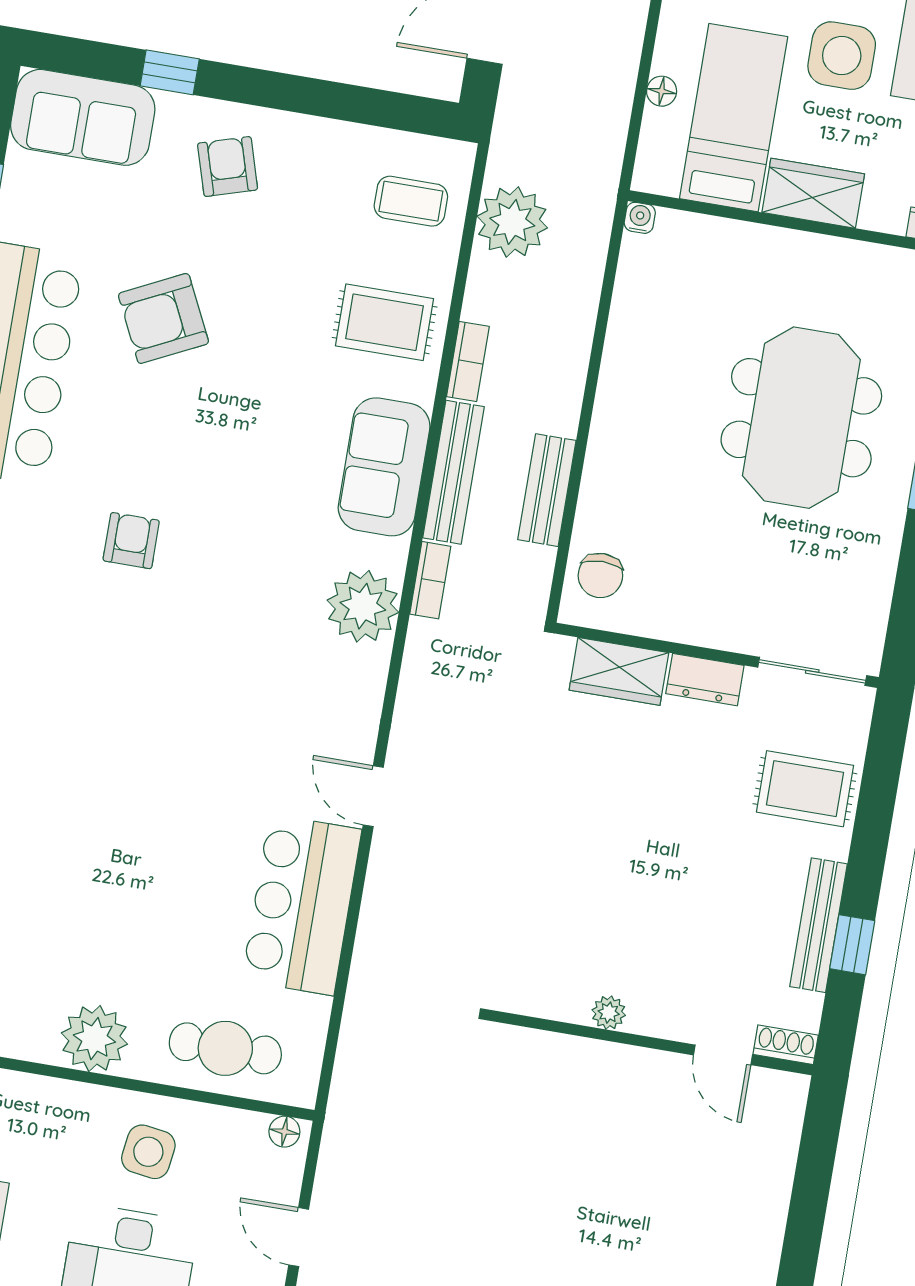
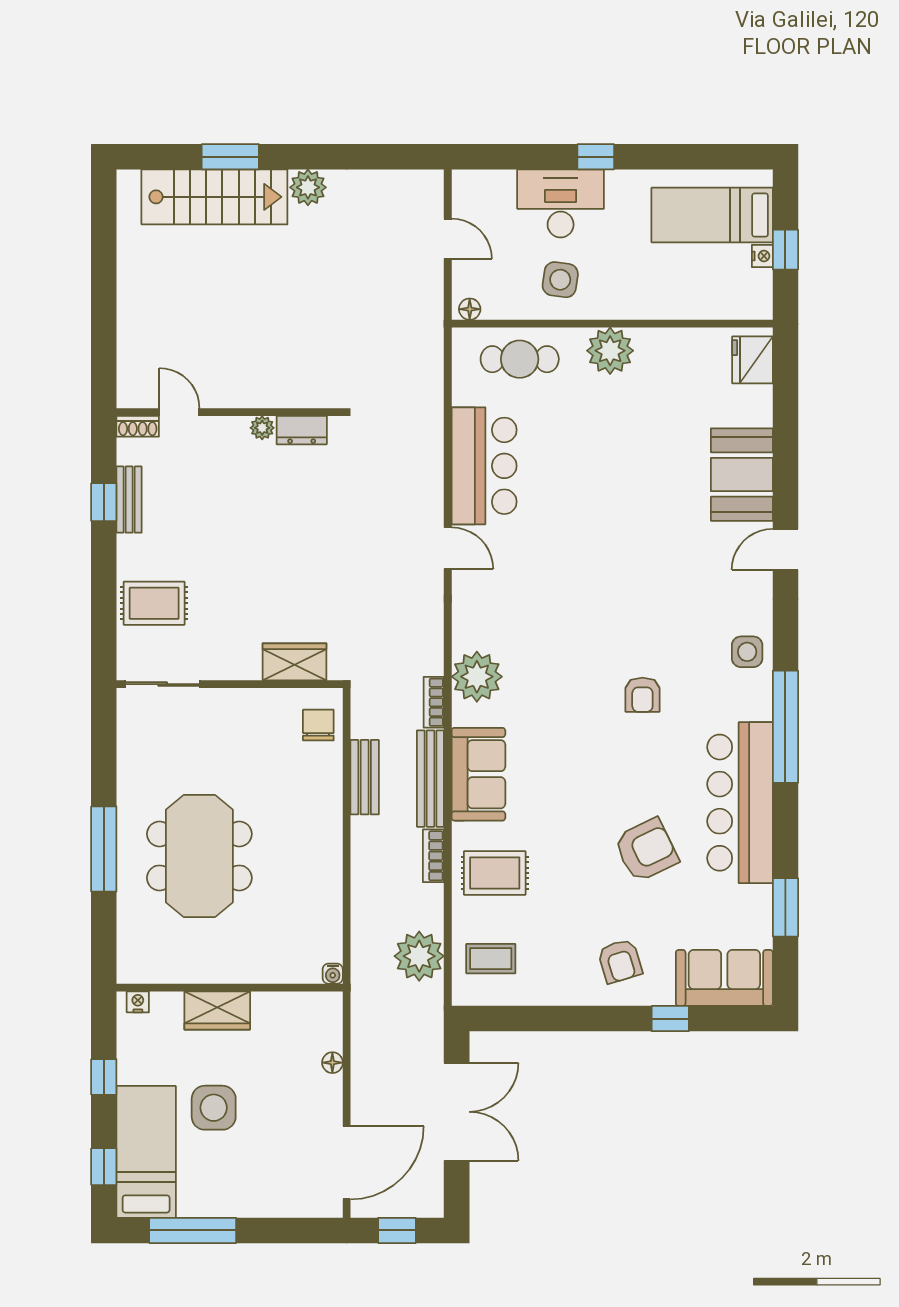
bed: (734, 118) -> (280, 1053), removed
dresser: (705, 680) -> (302, 430), moved, turned 180
bench: (819, 925) -> (129, 500), width x0.73

